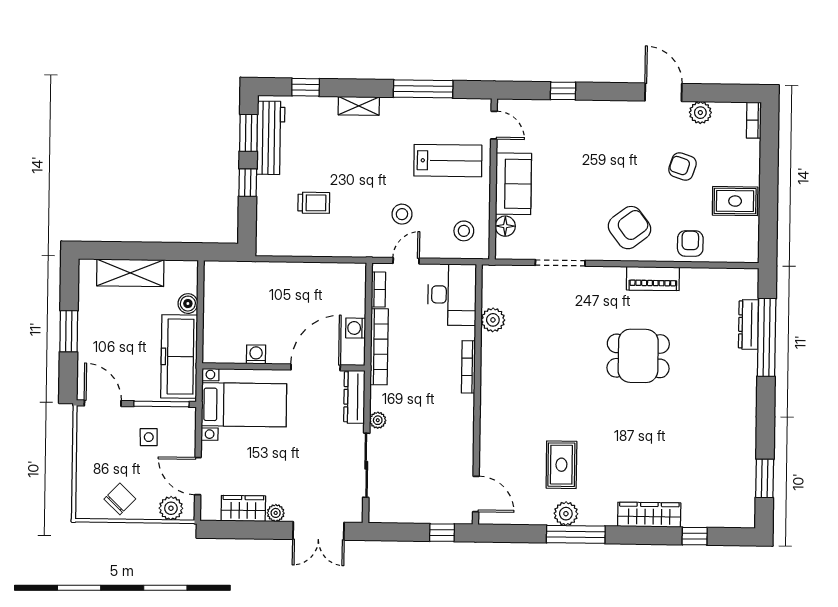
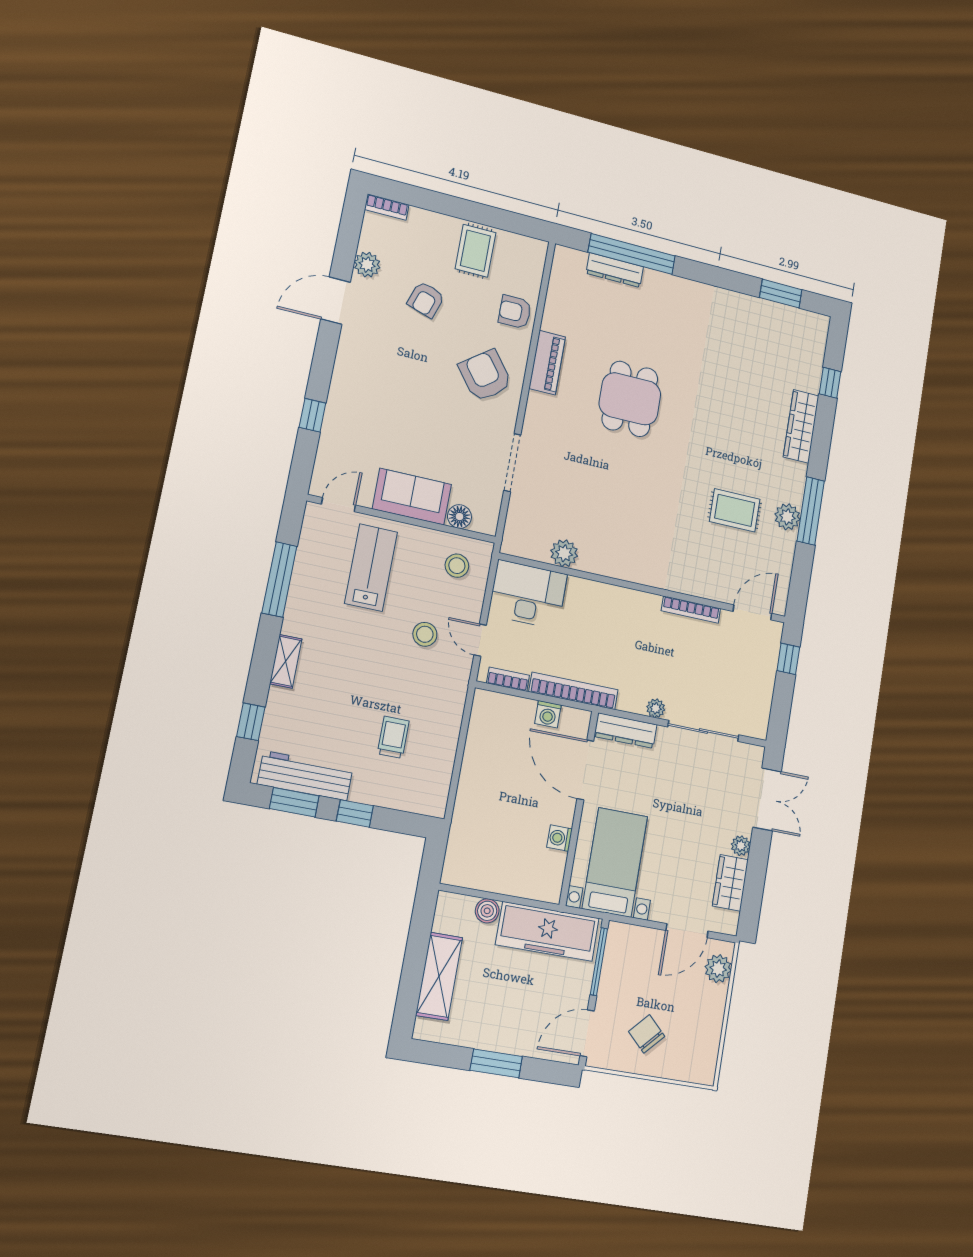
bookcase: (468, 367) -> (691, 610), moved
side table: (149, 437) -> (634, 983), removed
chair: (120, 499) -> (647, 1034), moved

